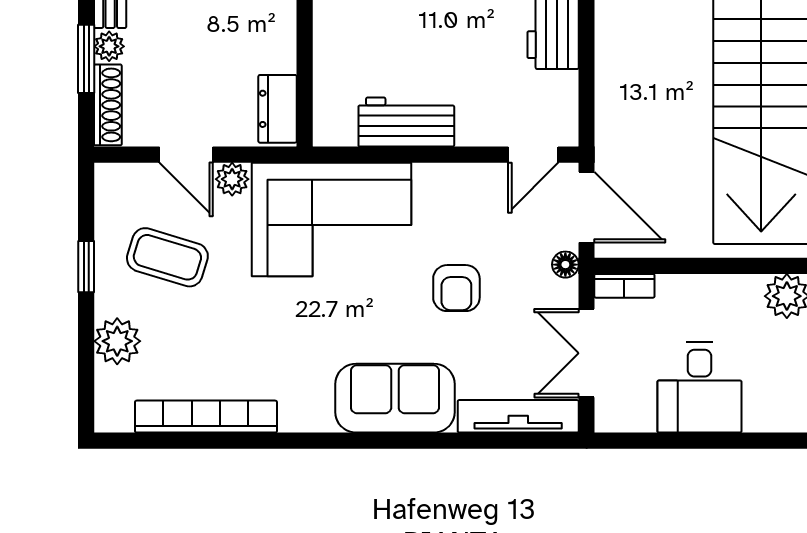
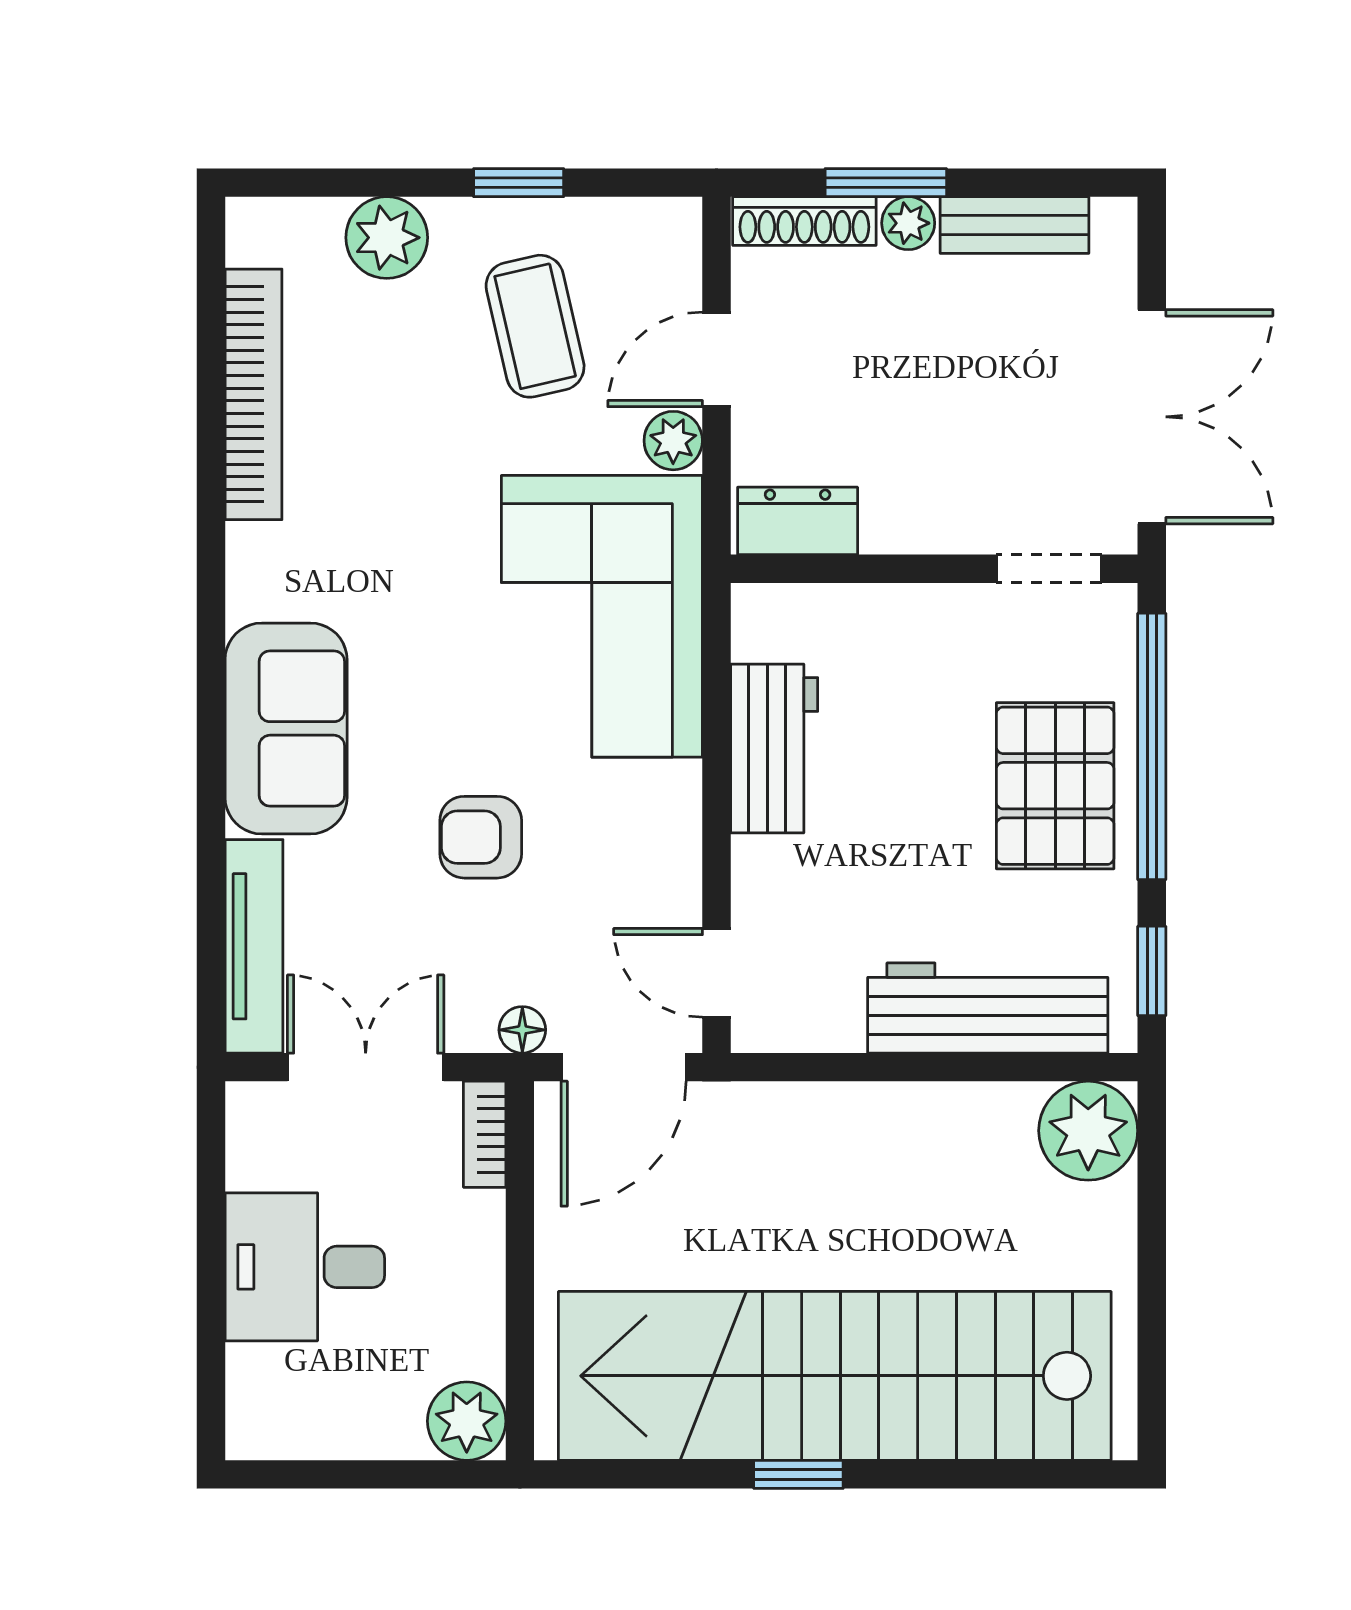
coffee table: (167, 257) -> (535, 326), turned -30

